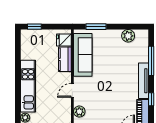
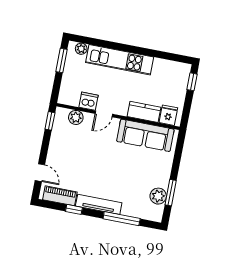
window: (96, 27) -> (171, 193), moved
door: (72, 90) -> (104, 114), swing flipped
dishwasher: (65, 104) -> (89, 101), added

